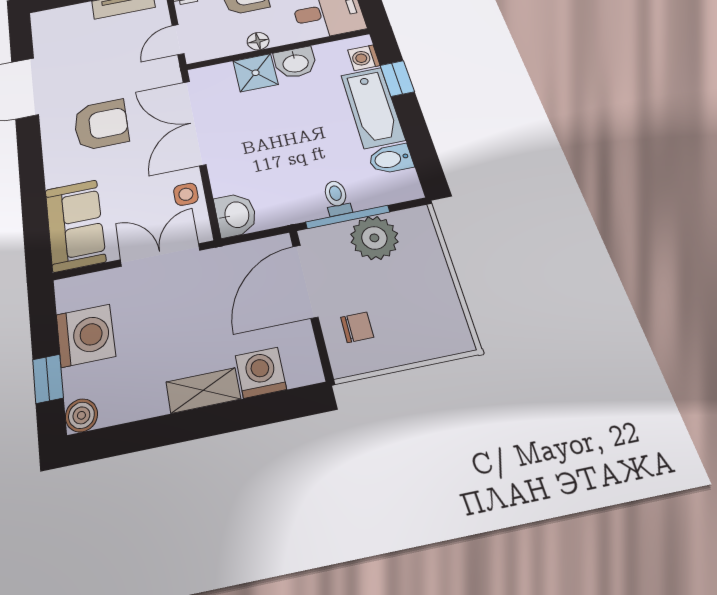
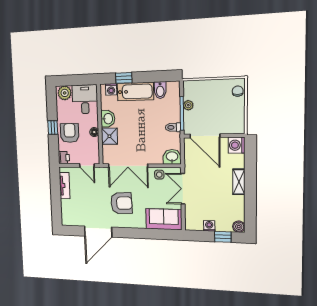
armchair: (101, 125) -> (121, 203), turned 87
toilet: (337, 198) -> (173, 127), moved
plant: (374, 238) -> (188, 105), width x0.53, depth x0.53
chair: (357, 327) -> (238, 91), moved
washing machine: (86, 335) -> (209, 226), width x0.53, depth x0.53
washing machine: (261, 372) -> (237, 145), moved

